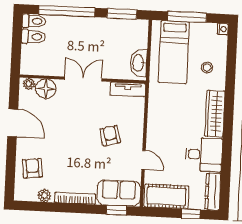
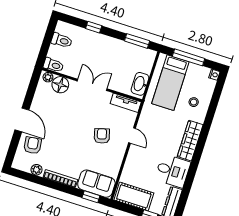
window: (67, 11) -> (94, 27), width x0.32
toilet: (34, 21) -> (53, 65), moved
door: (13, 123) -> (22, 120), moved
door: (144, 160) -> (132, 135), moved

